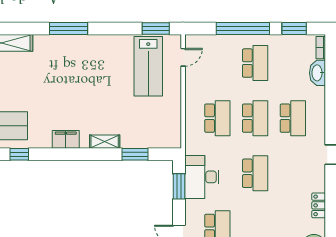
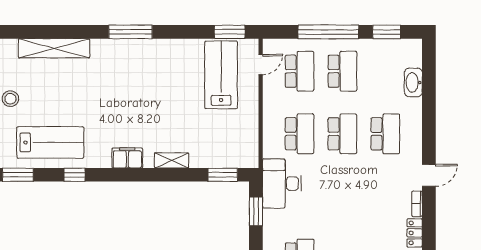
bookcase: (321, 48) -> (417, 204), moved
lab bench: (148, 66) -> (221, 75), turned 180
window: (135, 154) -> (223, 175), moved
school desk: (255, 173) -> (299, 71), moved
desk: (202, 177) -> (282, 184), moved

